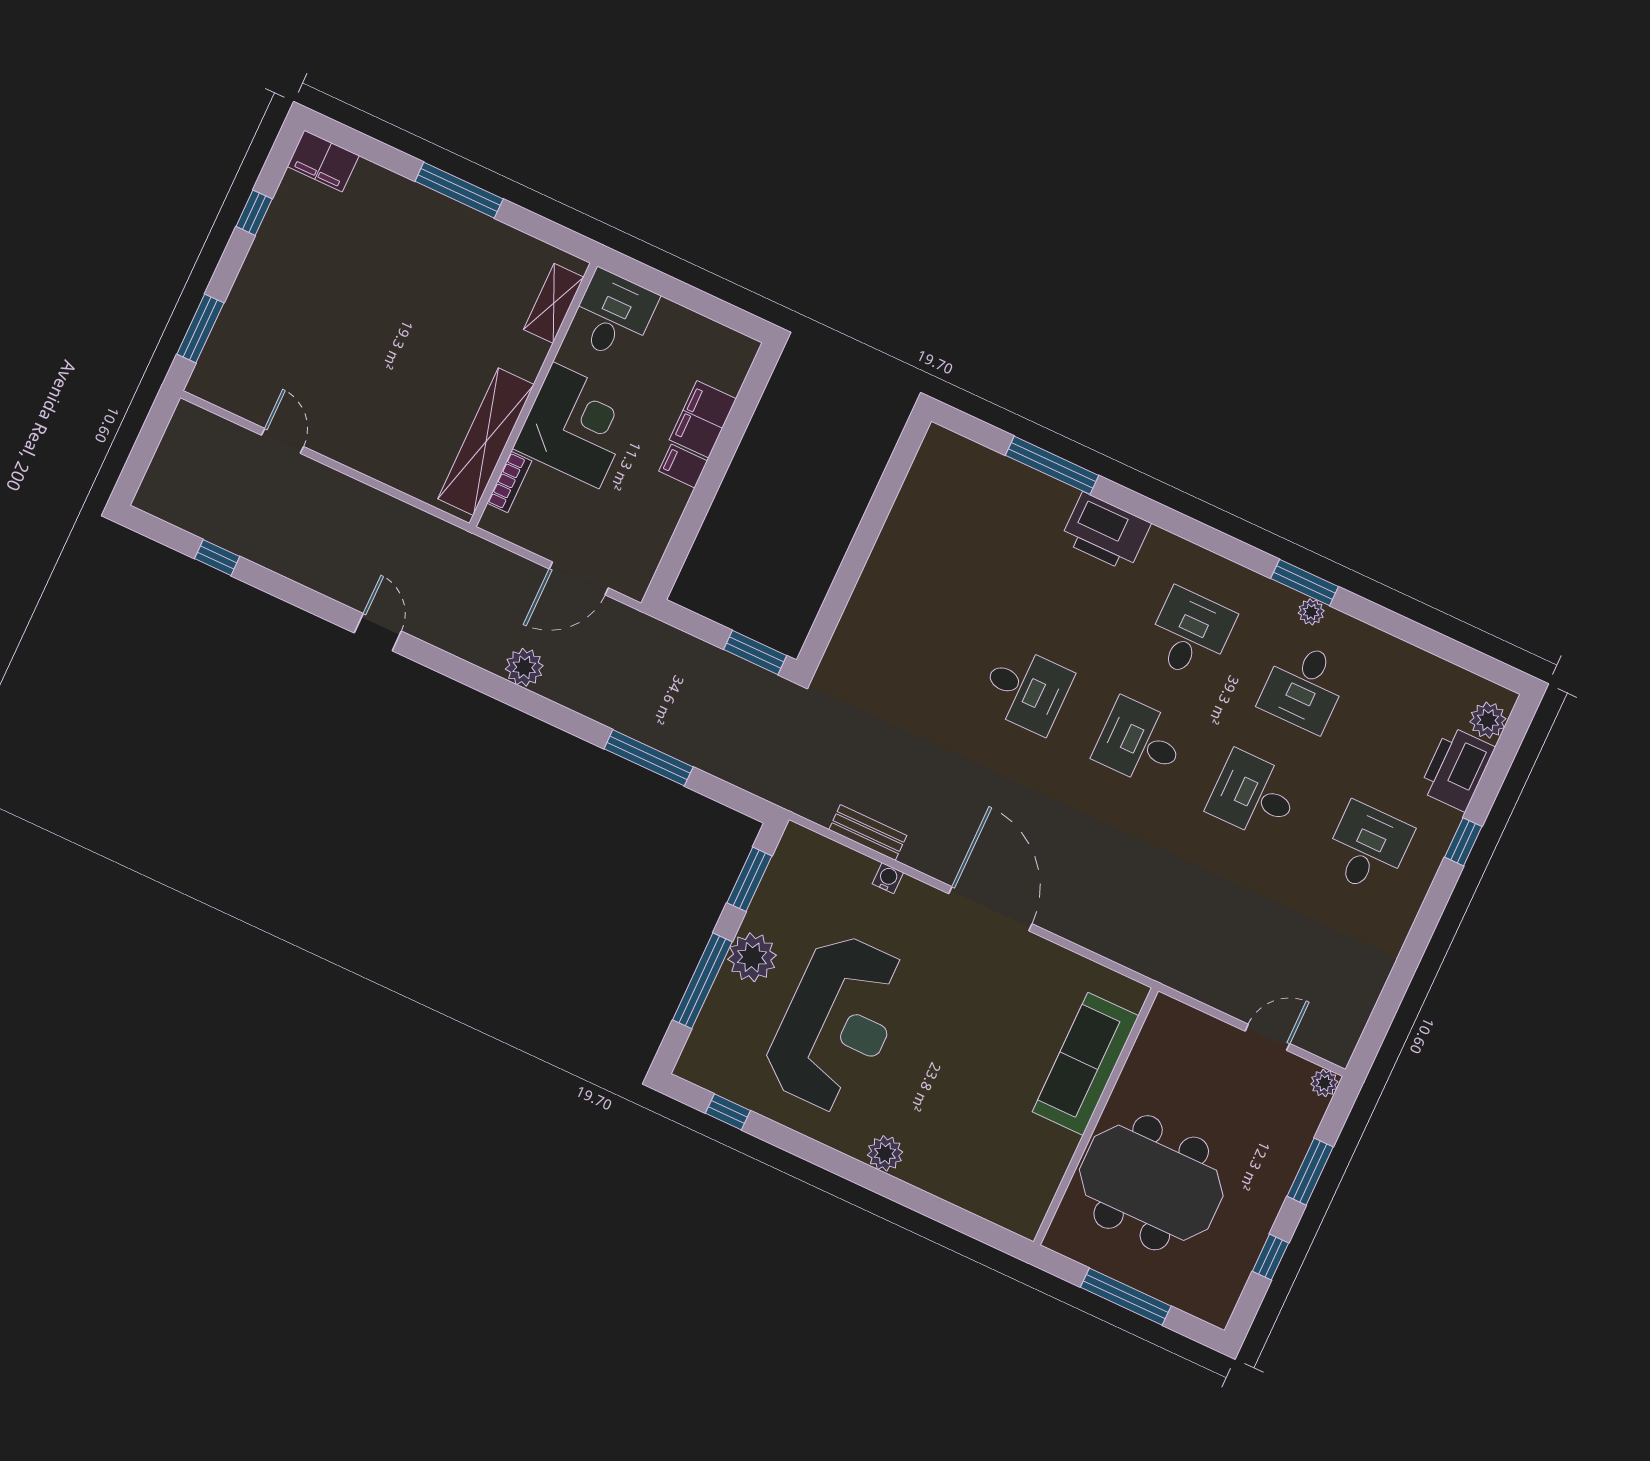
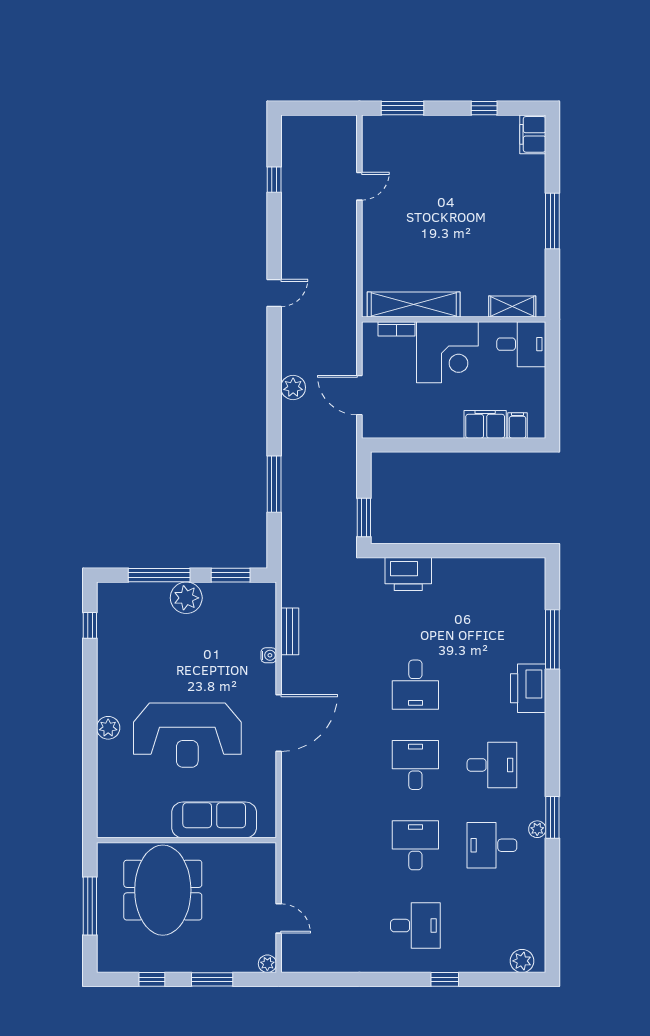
filing cabinet: (683, 466) -> (518, 425), moved
printer: (1457, 769) -> (408, 574), moved, turned 180
reception desk: (837, 1023) -> (187, 735), moved

